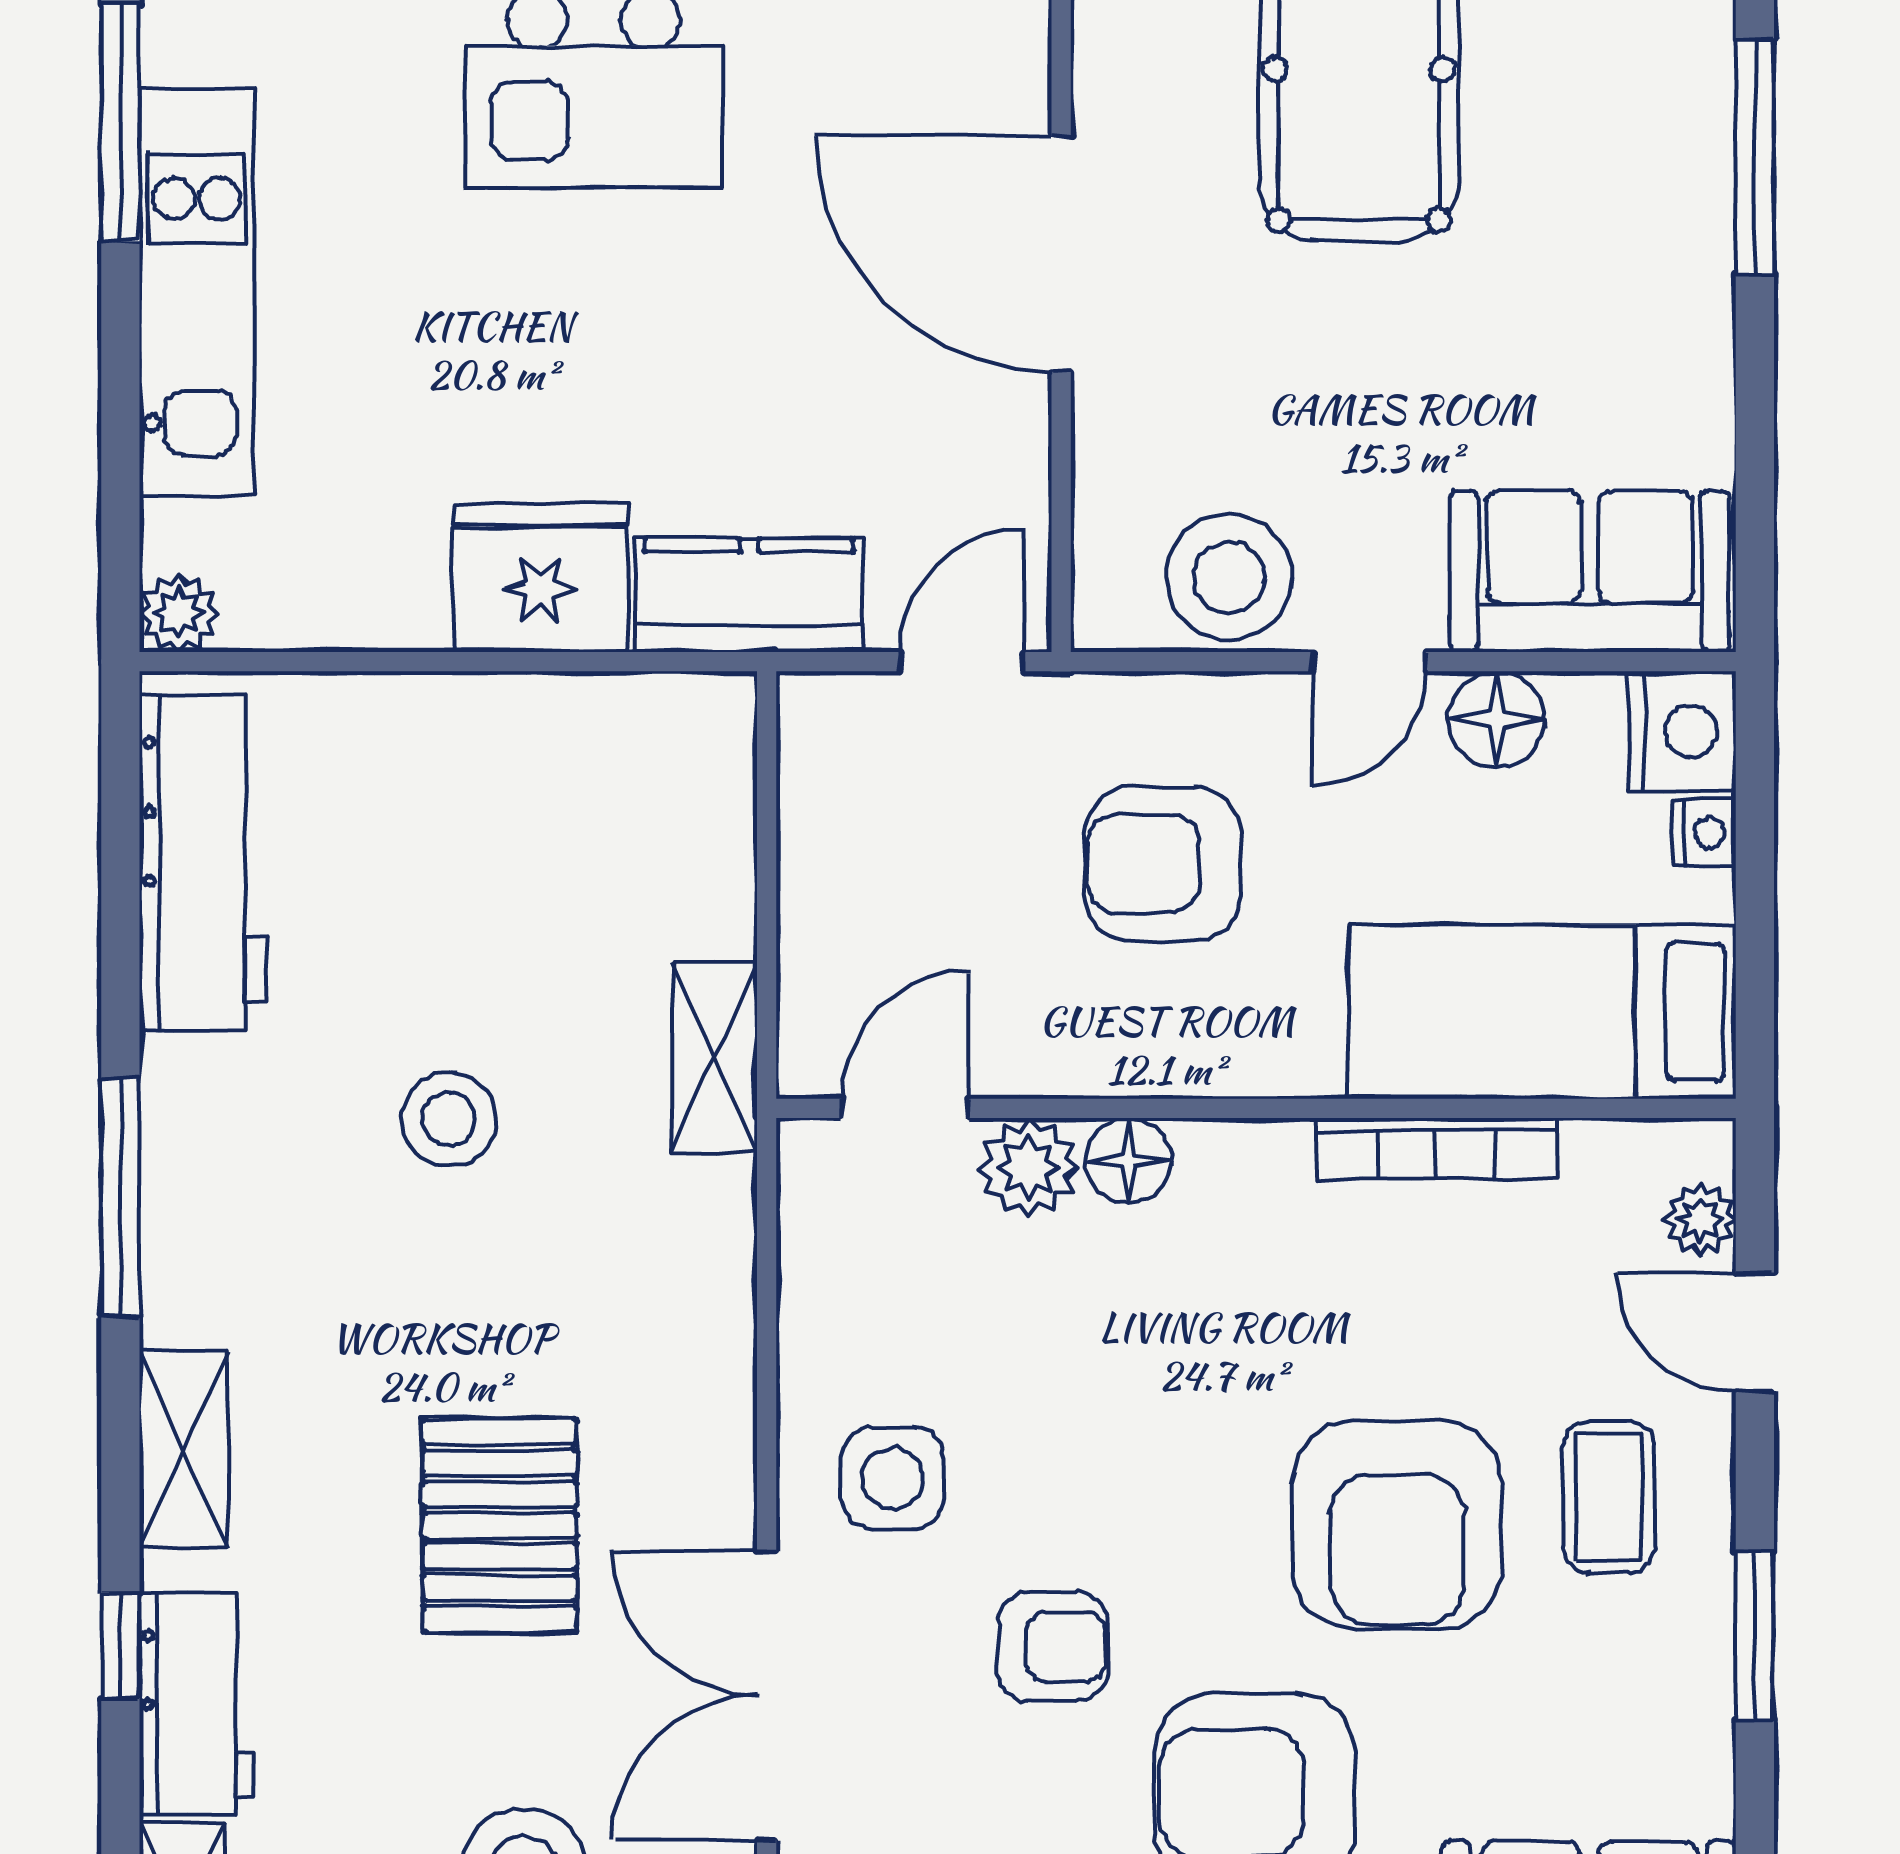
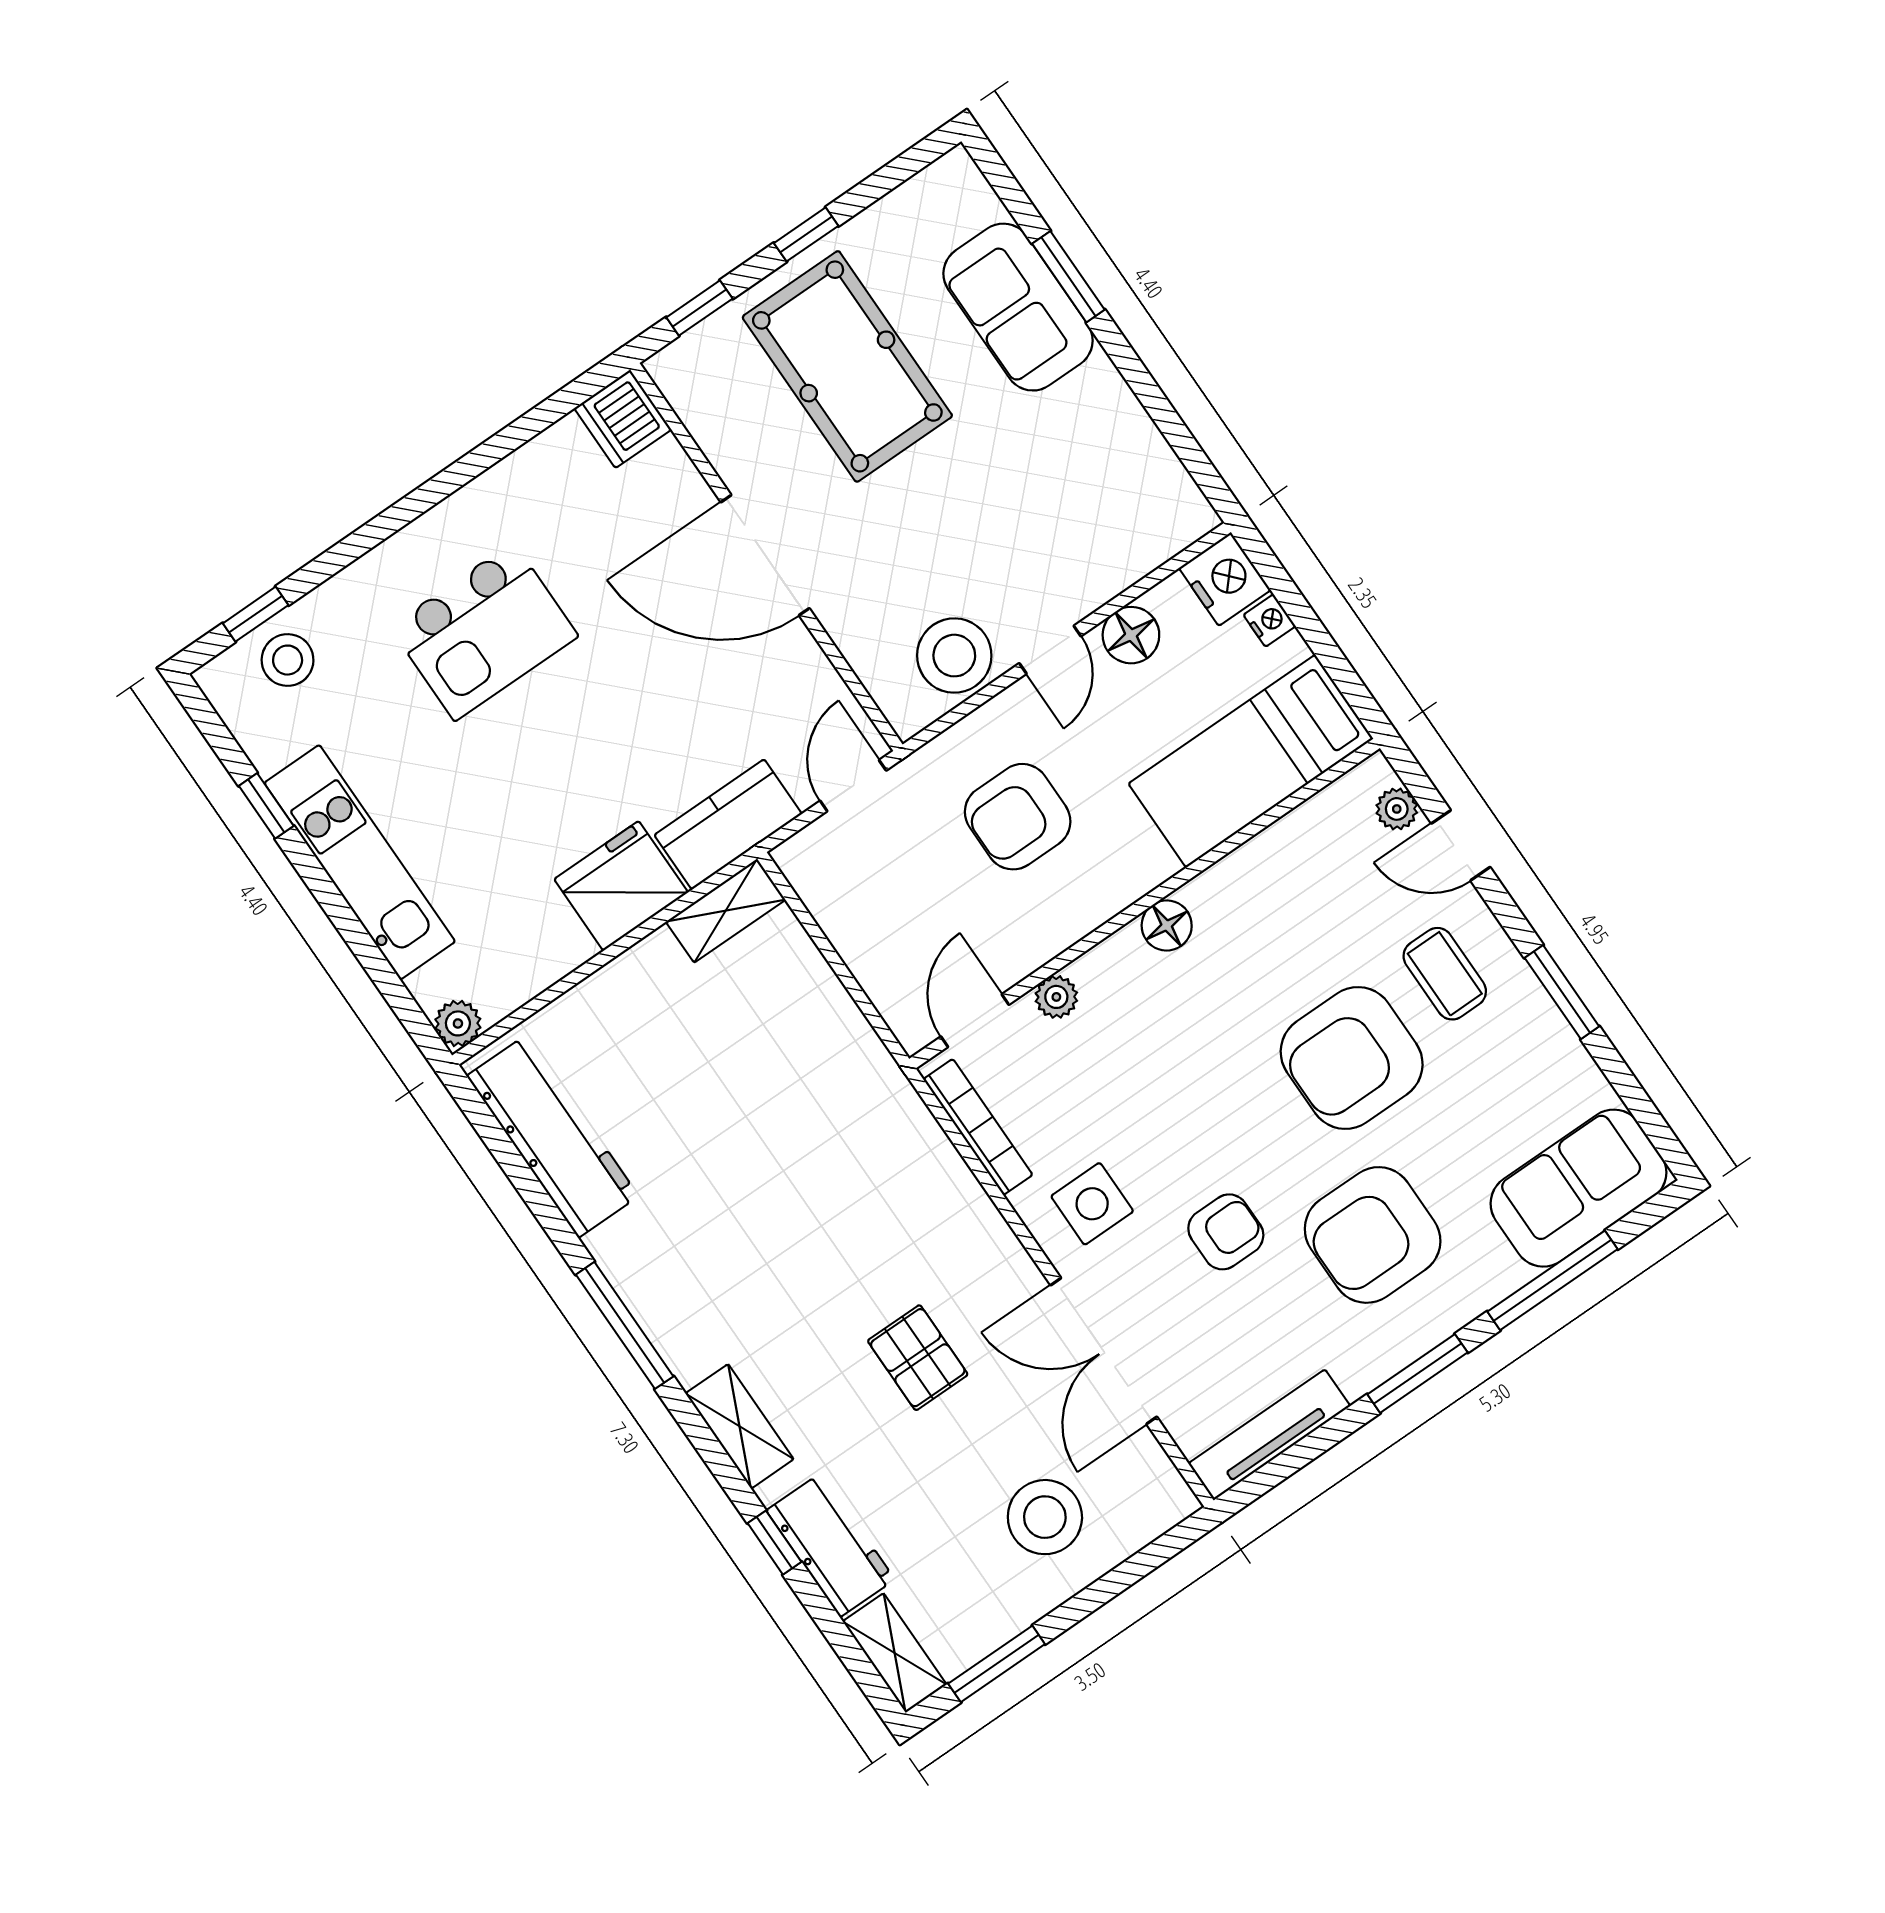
window: (120, 123) -> (266, 806), width x0.46
window: (1755, 157) -> (1068, 277), width x0.69
sofa: (1590, 571) -> (1018, 307), moved, turned -90
shelving: (714, 1057) -> (726, 911), moved, turned 90
stool: (449, 1119) -> (758, 1178), removed
bookcase: (1436, 1149) -> (978, 1127), moved, turned -90
floor lamp: (1129, 1160) -> (1167, 925), moved
plant: (1029, 1167) -> (1056, 997), width x0.73, depth x0.73
pallet: (500, 1525) -> (918, 1358), width x0.67, depth x0.71
armchair: (1397, 1525) -> (1352, 1058), turned 90

